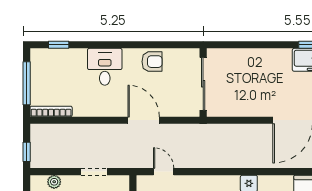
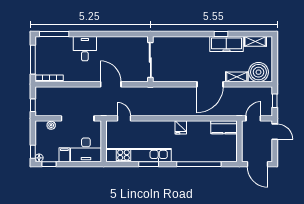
window: (59, 45) -> (54, 34), width x2.17
armchair: (152, 62) -> (116, 45), removed
doorway: (94, 172) -> (78, 118), width x1.87

